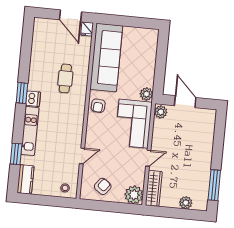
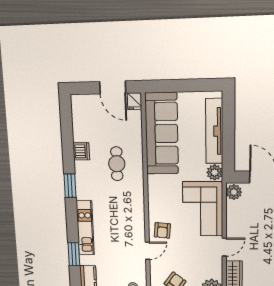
tv unit: (150, 60) -> (214, 131), added
dishwasher: (33, 99) -> (81, 151), moved
armchair: (98, 106) -> (162, 230), moved

